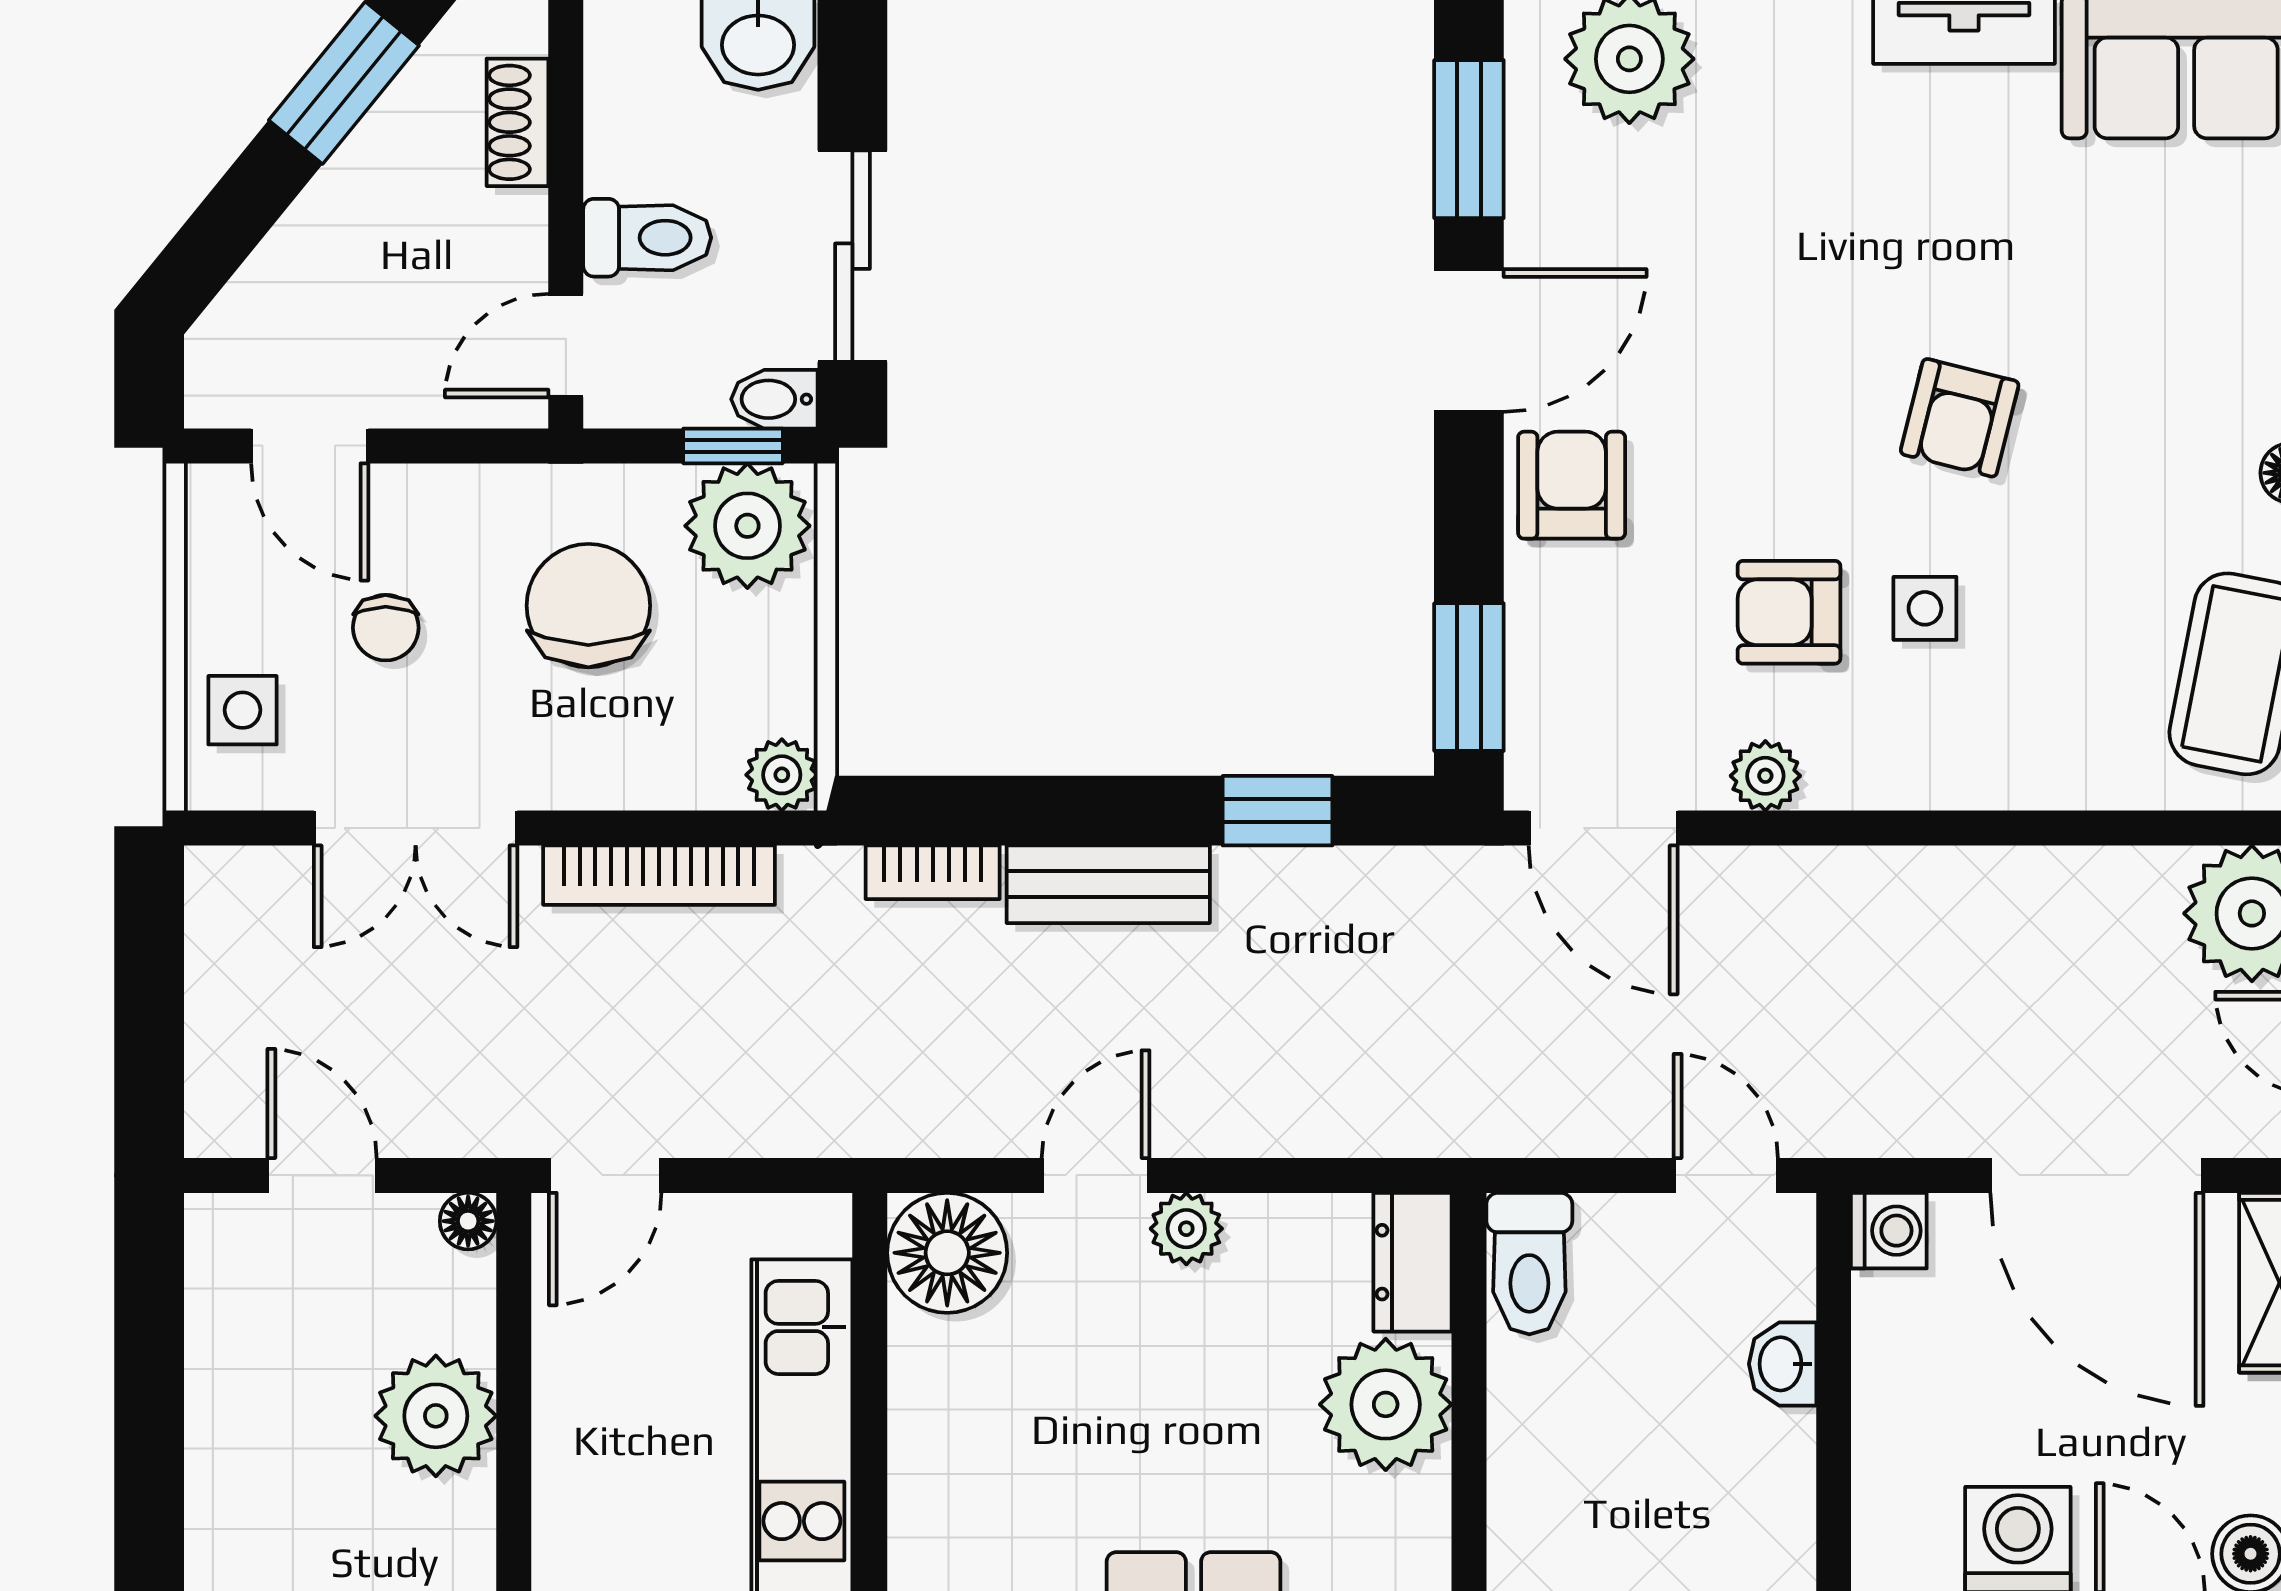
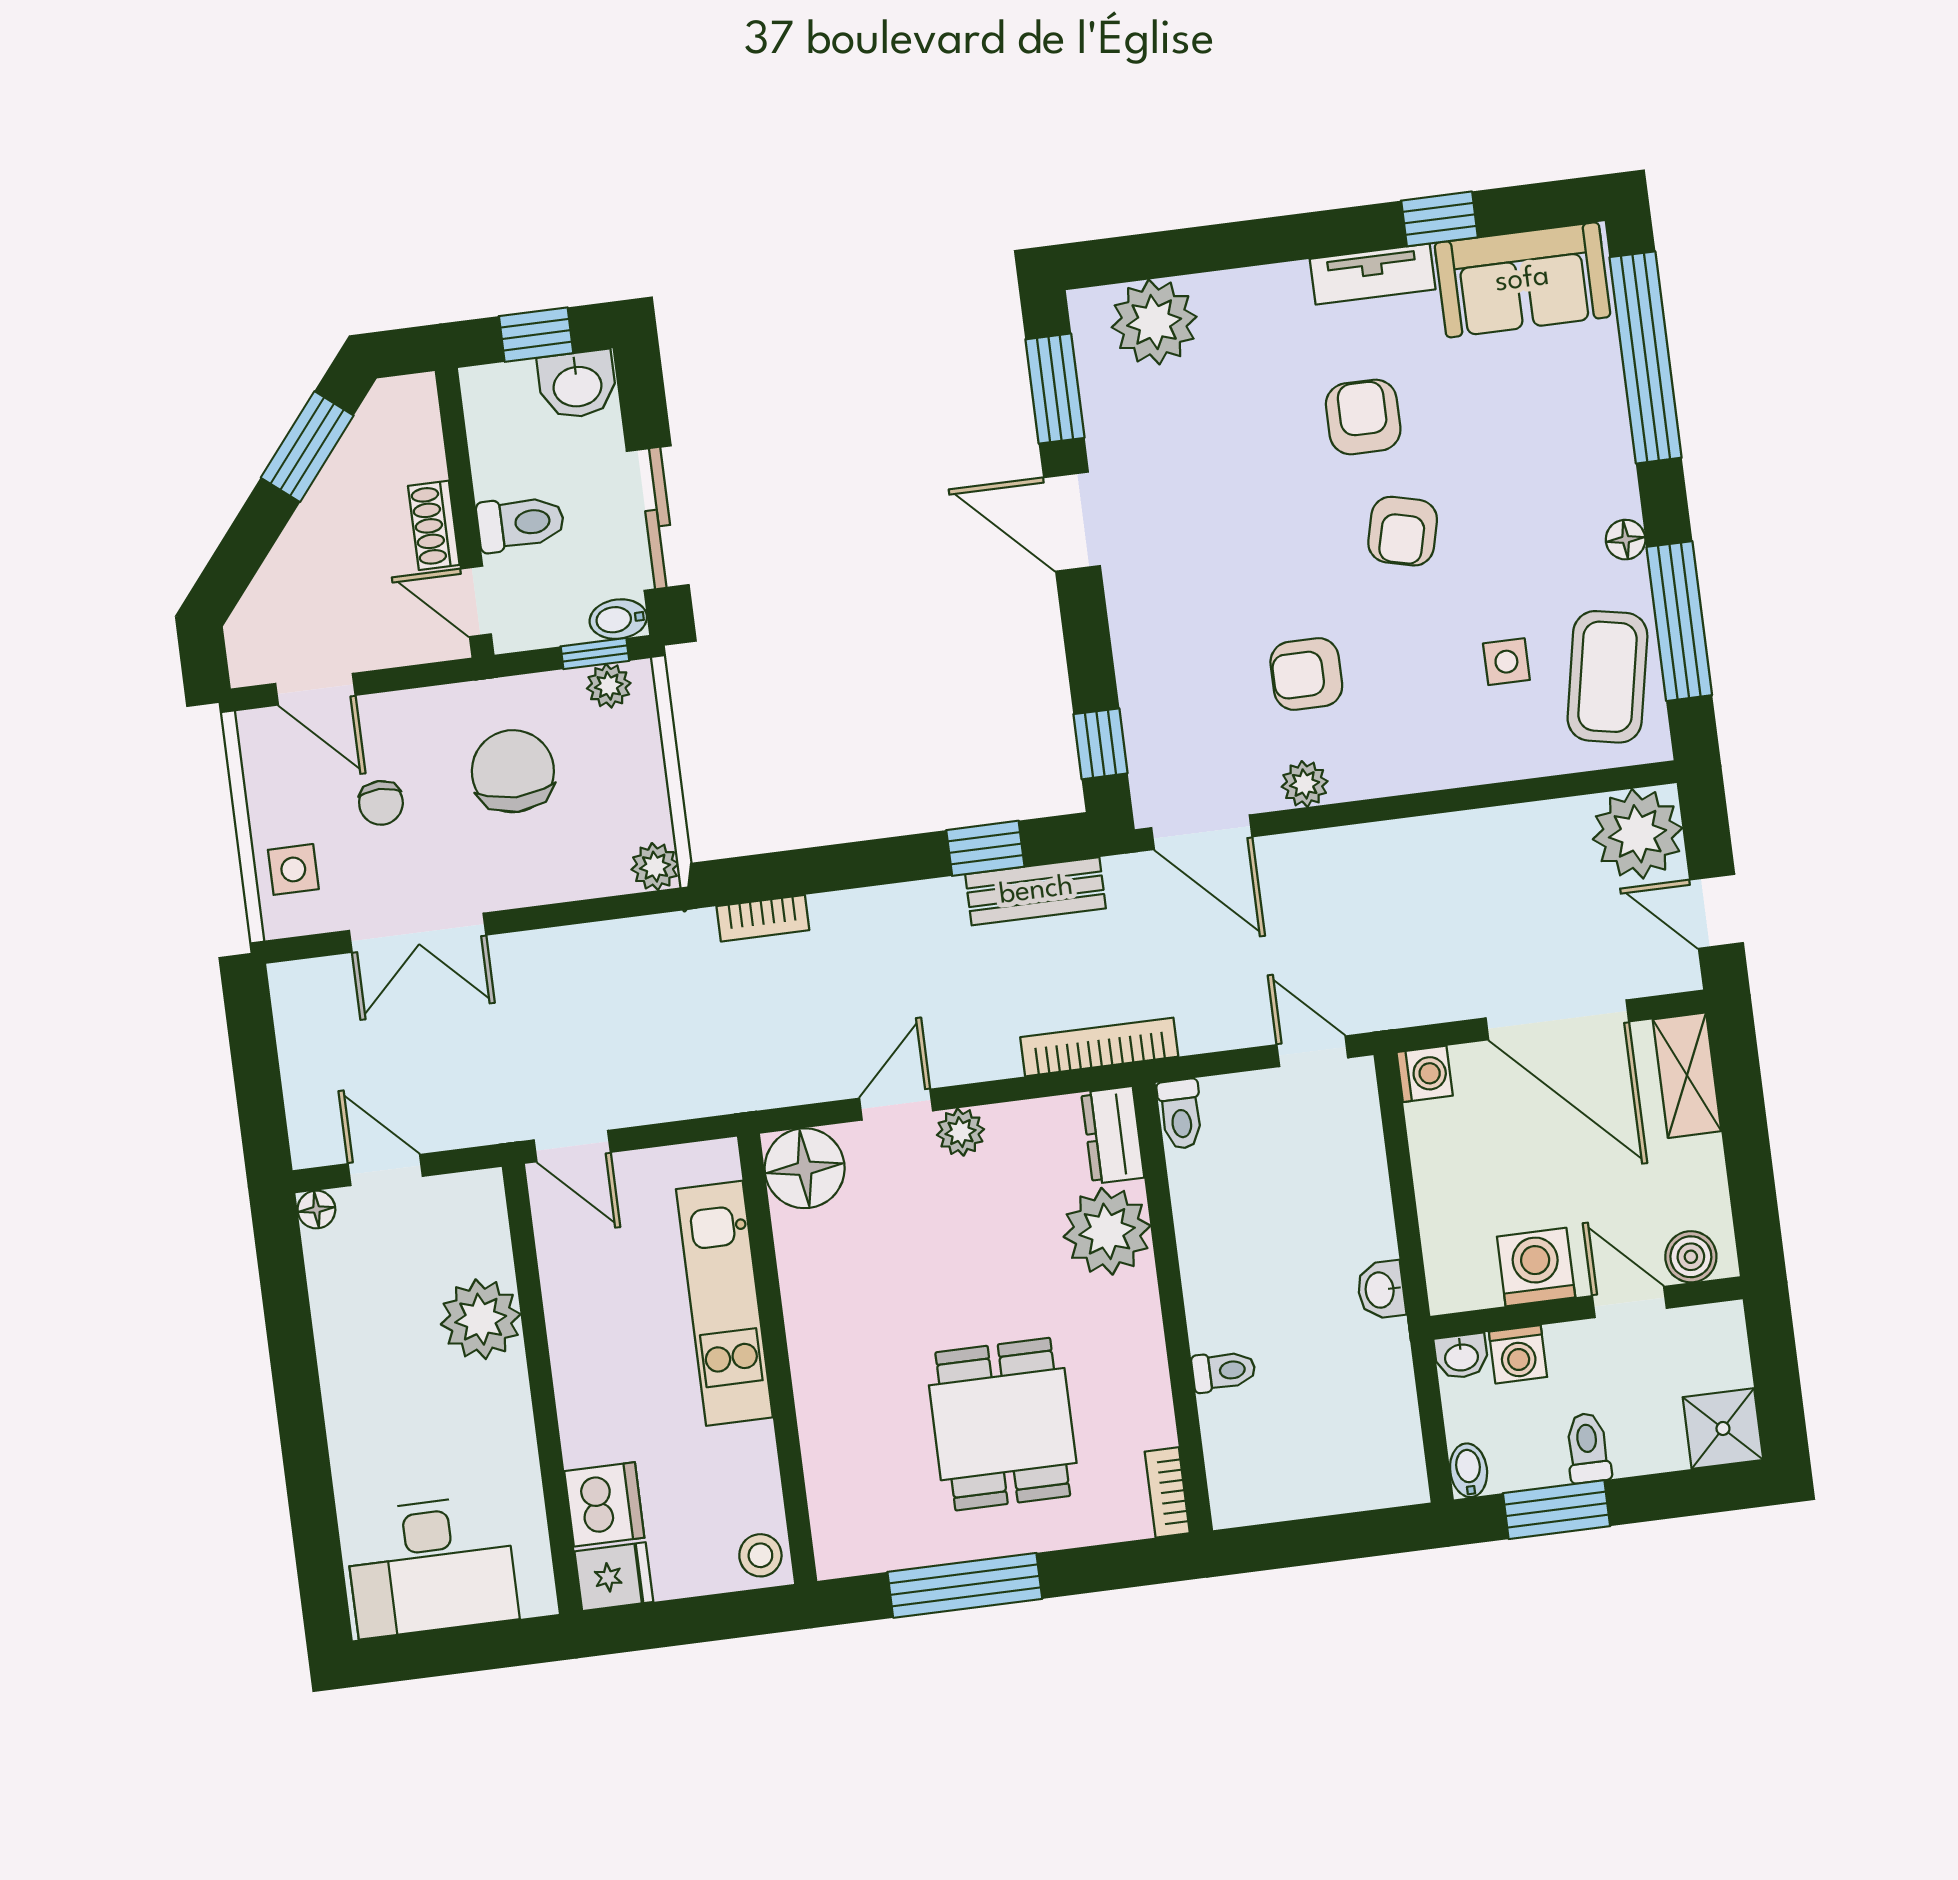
shoe rack: (518, 122) -> (434, 525), moved
door: (1469, 341) -> (1072, 522), swing flipped
door: (566, 346) -> (476, 601), hinge flipped
armchair: (1572, 485) -> (1363, 417), moved
plant: (747, 526) -> (609, 686), width x0.53, depth x0.53
side table: (1925, 608) -> (1506, 662), moved
window: (1469, 677) -> (1100, 744), width x0.67
bookcase: (659, 875) -> (1099, 1047), moved, turned 180
bench: (1108, 884) -> (1036, 891), moved
door: (605, 1175) -> (572, 1146), hinge flipped
floor lamp: (468, 1221) -> (316, 1209), moved
toilet: (1529, 1264) -> (1181, 1114), width x0.73, depth x0.72
washbasin: (1783, 1364) -> (1381, 1290), moved

